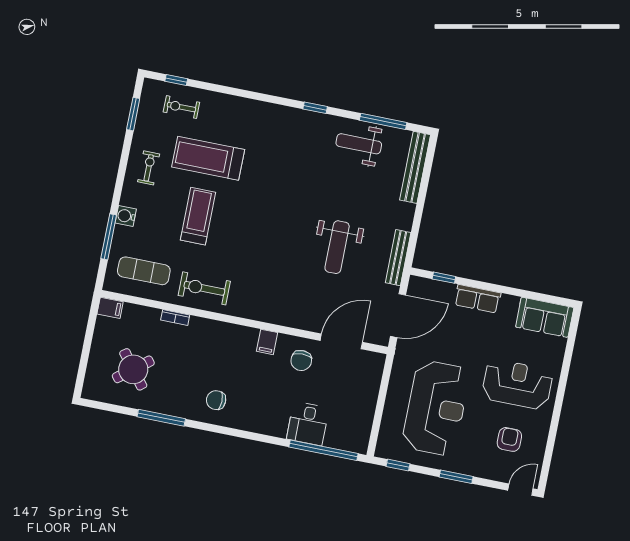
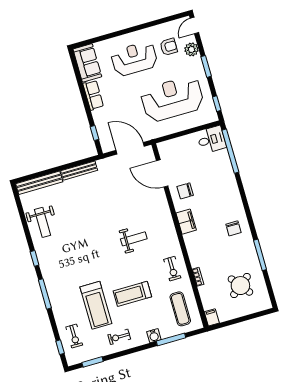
window: (383, 121) -> (45, 294), moved
weight bench: (337, 247) -> (134, 239), moved, width x0.73, depth x0.75
bench: (398, 258) -> (79, 171), moved
exercise bike: (204, 288) -> (172, 269), width x0.73, depth x0.72
row of seats: (478, 299) -> (93, 95), moved
filing cabinet: (267, 342) -> (186, 222), width x2.00
chair: (301, 361) -> (185, 191), turned 180
reception desk: (517, 384) -> (134, 59), turned 90
desk: (308, 423) -> (211, 140), moved
armchair: (509, 439) -> (169, 47), turned 180
plant: (490, 469) -> (191, 49), added
door: (520, 490) -> (194, 25), hinge flipped

